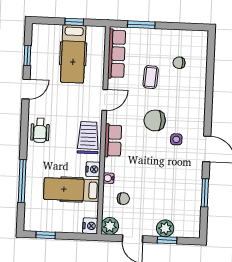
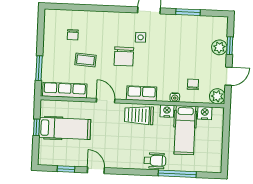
wheelchair: (40, 130) -> (155, 161), moved
nightstand: (90, 226) -> (205, 113), moved
window: (46, 235) -> (225, 153), removed

